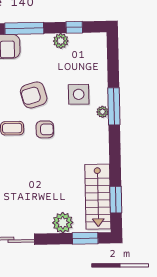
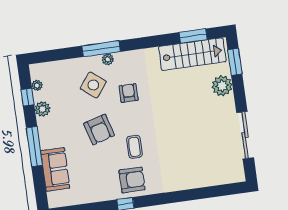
plant: (85, 38) -> (37, 85), added
side table: (79, 94) -> (93, 85), turned 38
armchair: (45, 129) -> (129, 93), moved

